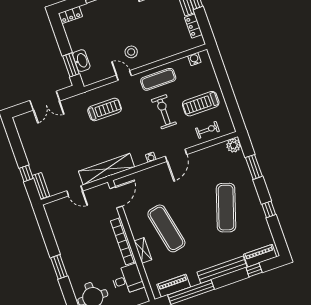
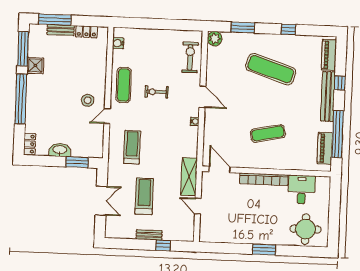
washbasin: (81, 61) -> (60, 150), moved
treadmill: (201, 104) -> (144, 196), moved, turned 180
exercise bike: (164, 112) -> (157, 92), width x0.73, depth x0.72
exercise bike: (208, 130) -> (190, 57), width x1.38, depth x1.39
shelving: (107, 169) -> (189, 177), width x0.68
bench: (41, 186) -> (149, 235), moved
door: (75, 191) -> (198, 206), swing flipped
exercise mat: (166, 228) -> (268, 133), width x0.73, depth x0.69
shelving: (143, 250) -> (280, 164), removed
window: (254, 270) -> (340, 83), moved

